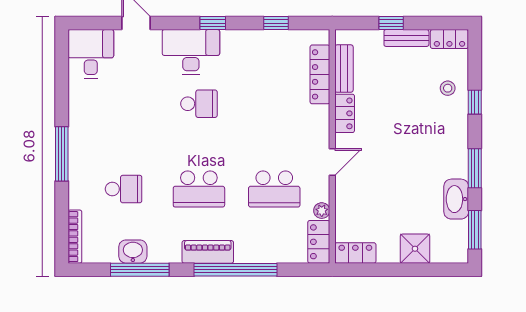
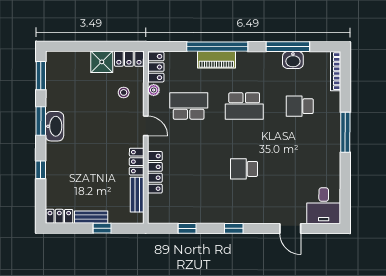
desk: (191, 52) -> (250, 207), removed
locker: (320, 74) -> (155, 172), moved
stool: (448, 88) -> (124, 92), moved
door: (332, 162) -> (146, 126), swing flipped
school desk: (199, 189) -> (244, 106), turned 180
washbasin: (456, 199) -> (54, 126), moved
shower: (415, 249) -> (102, 62), moved
piano: (208, 252) -> (216, 60), moved

